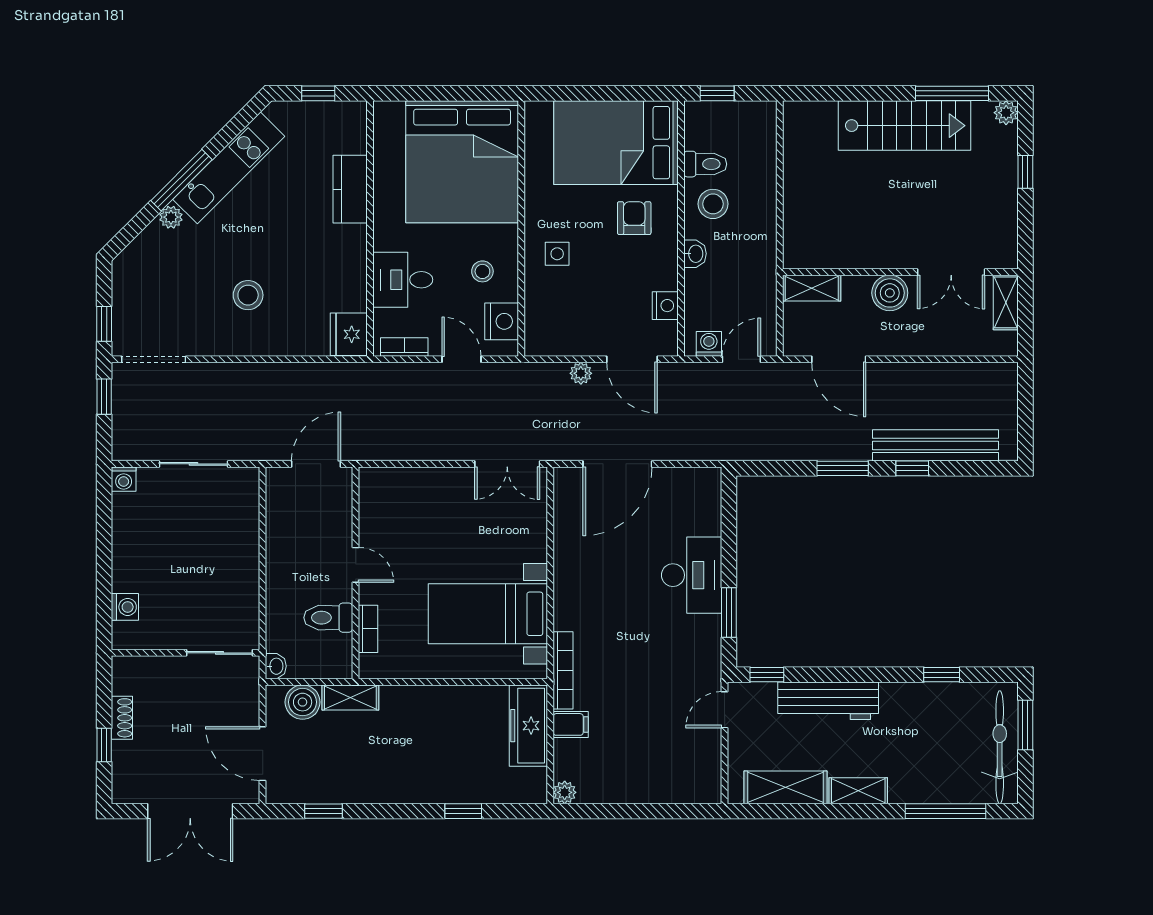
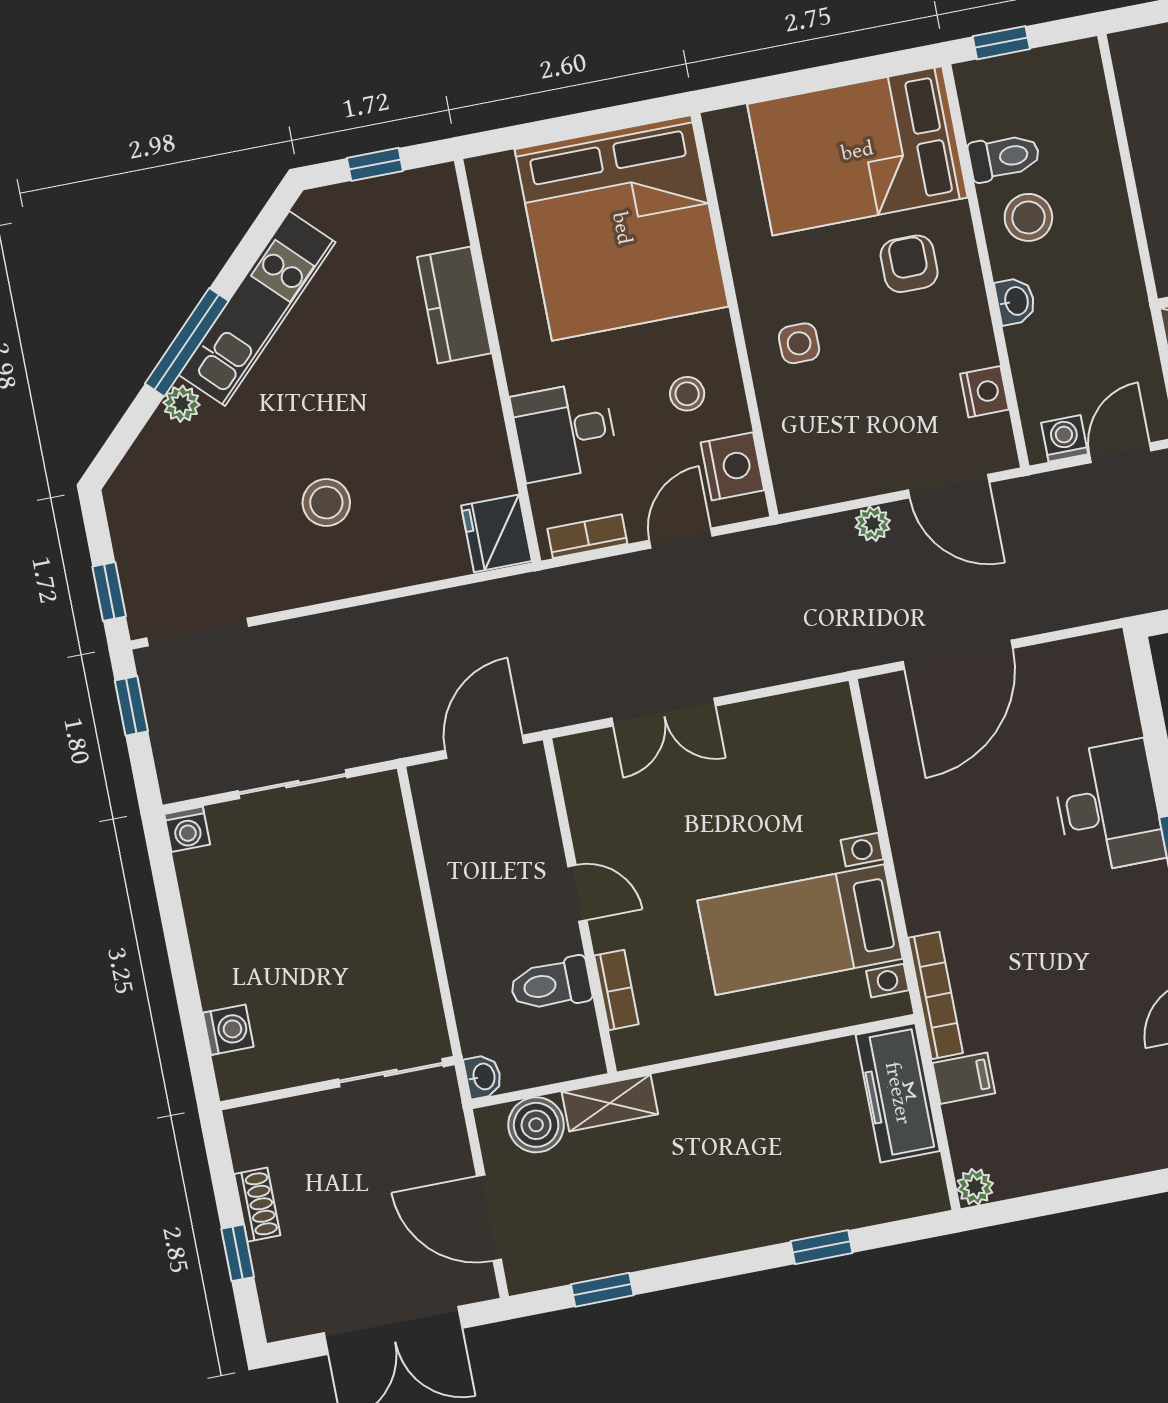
door: (461, 359) -> (681, 538), hinge flipped
double door: (507, 464) -> (664, 712), moved

